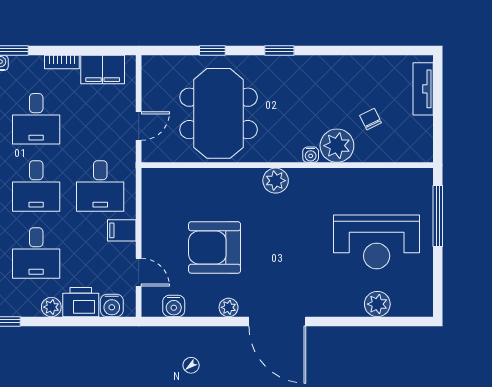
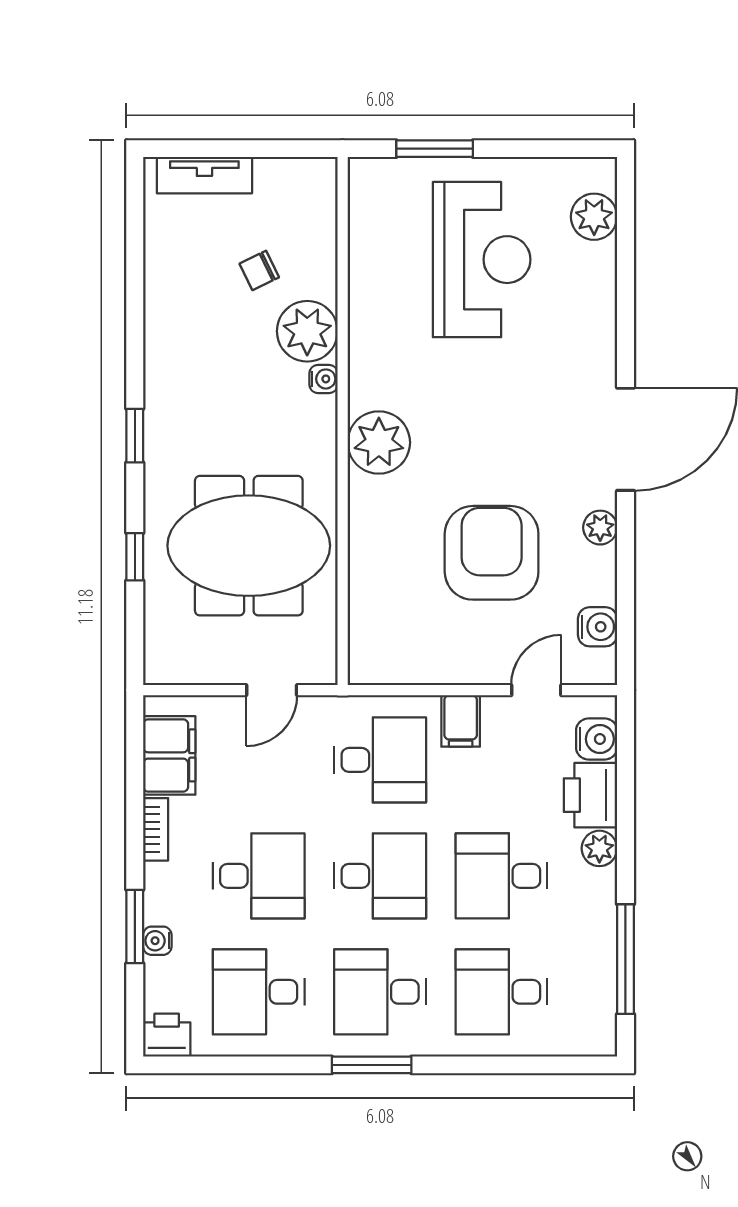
door: (139, 126) -> (272, 690), swing flipped
plant: (276, 181) -> (379, 442), width x1.36, depth x1.36
window: (438, 216) -> (435, 149), width x0.69
armchair: (215, 247) -> (492, 553), turned 180
desk: (36, 253) -> (502, 876), turned 180
plant: (377, 304) -> (594, 217), moved

